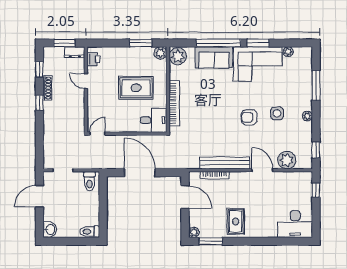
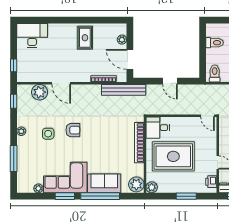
window: (141, 43) -> (186, 196), moved
rug: (136, 88) -> (173, 156), width x1.37, depth x1.44
door: (97, 134) -> (208, 116), hinge flipped
bench: (225, 163) -> (124, 90), moved
door: (140, 173) -> (170, 81), width x0.53
toilet: (90, 232) -> (215, 43), moved
plant: (194, 232) -> (122, 40), moved
window: (211, 241) -> (107, 20), removed

